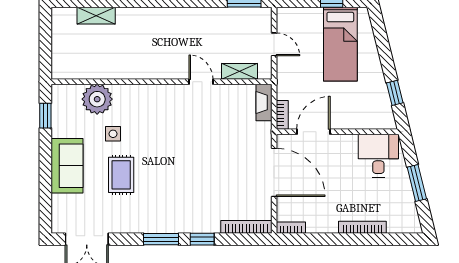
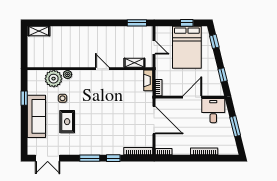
shelving: (96, 16) -> (39, 31), moved
window: (380, 34) -> (214, 41), added
bed: (340, 44) -> (187, 47), width x1.50
door: (201, 82) -> (102, 69), moved
plant: (122, 92) -> (68, 74), added
window: (45, 116) -> (24, 98), moved
door: (313, 132) -> (192, 97), moved
sofa: (67, 166) -> (36, 116), width x1.36

